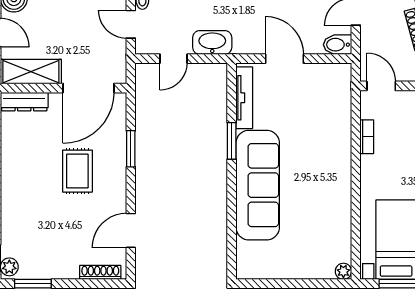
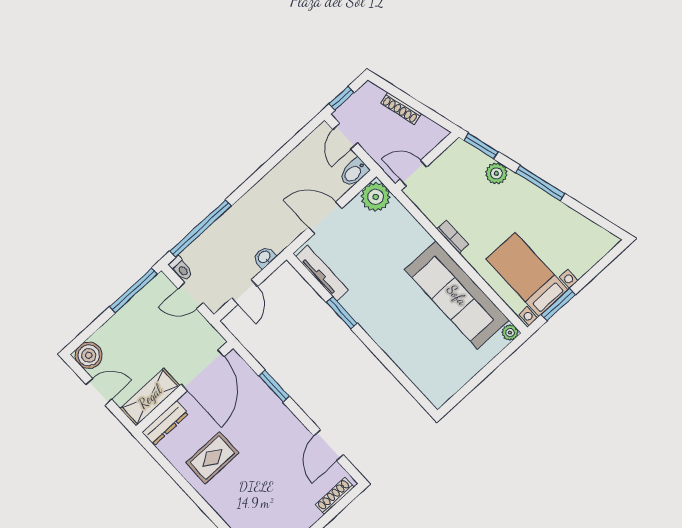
washbasin: (212, 42) -> (264, 257), width x0.52, depth x0.69
plant: (337, 78) -> (376, 197), added
bookcase: (367, 137) -> (453, 237), moved
rug: (77, 171) -> (212, 458), moved, turned 90
sofa: (258, 185) -> (457, 295), moved, turned 180

